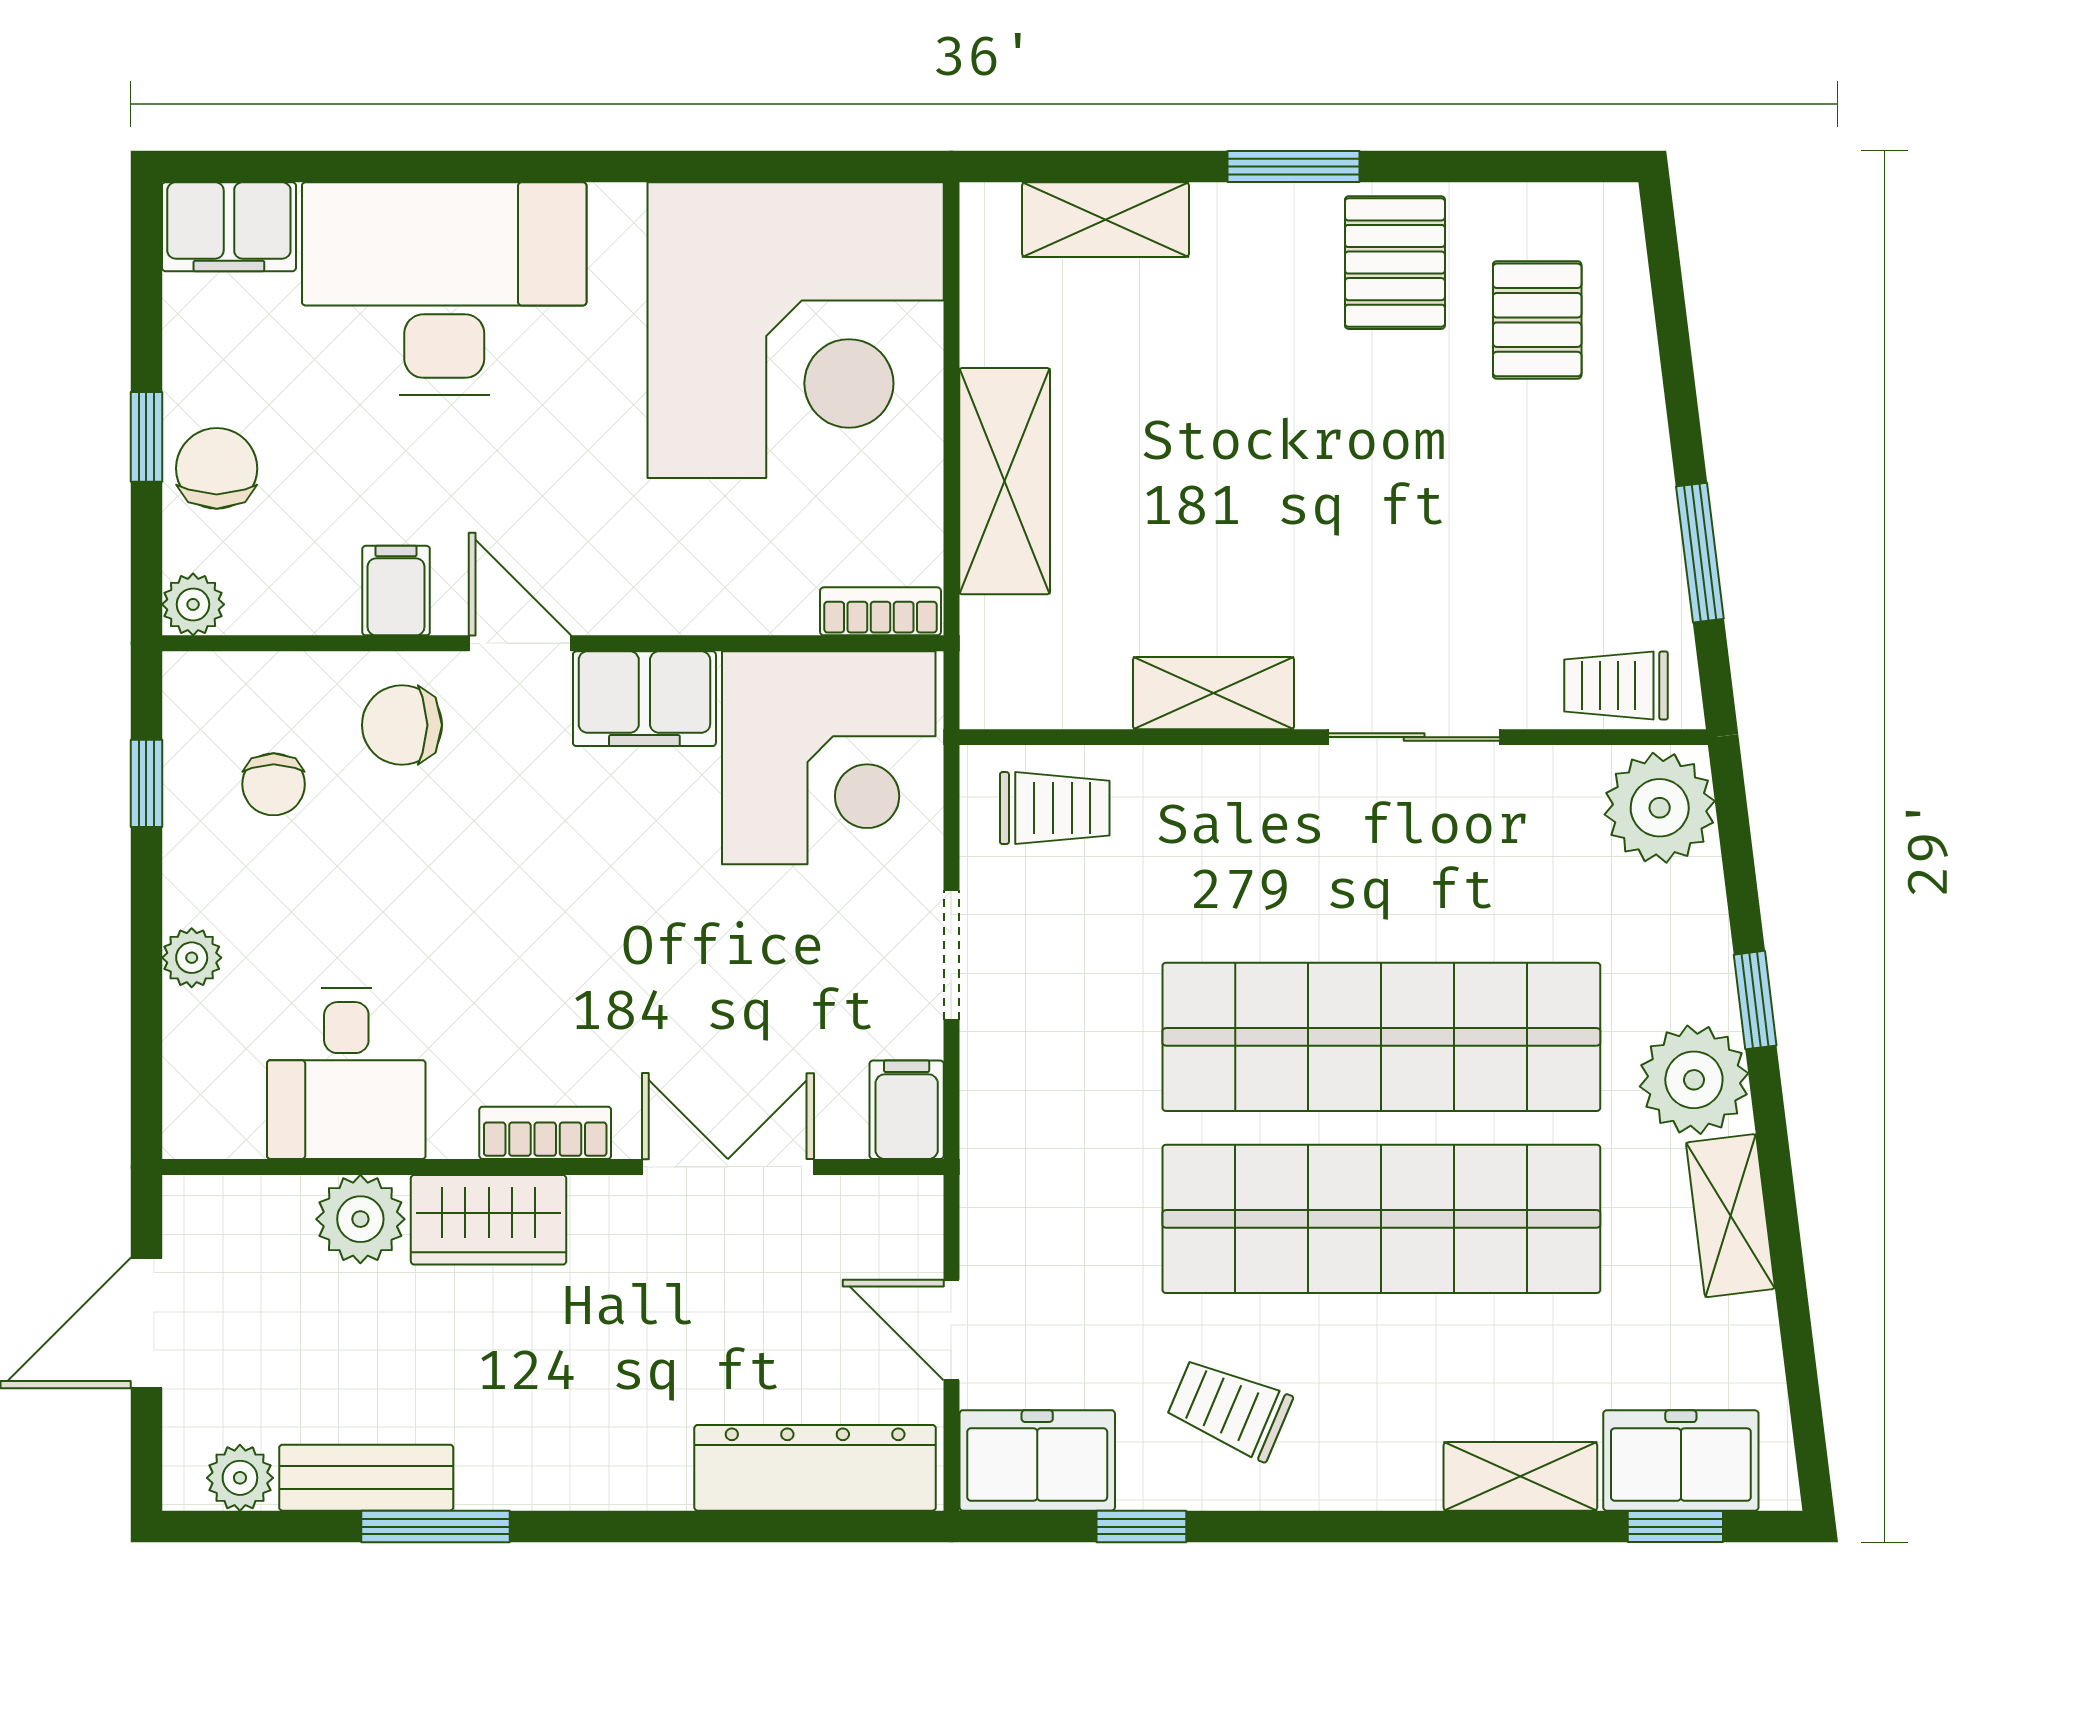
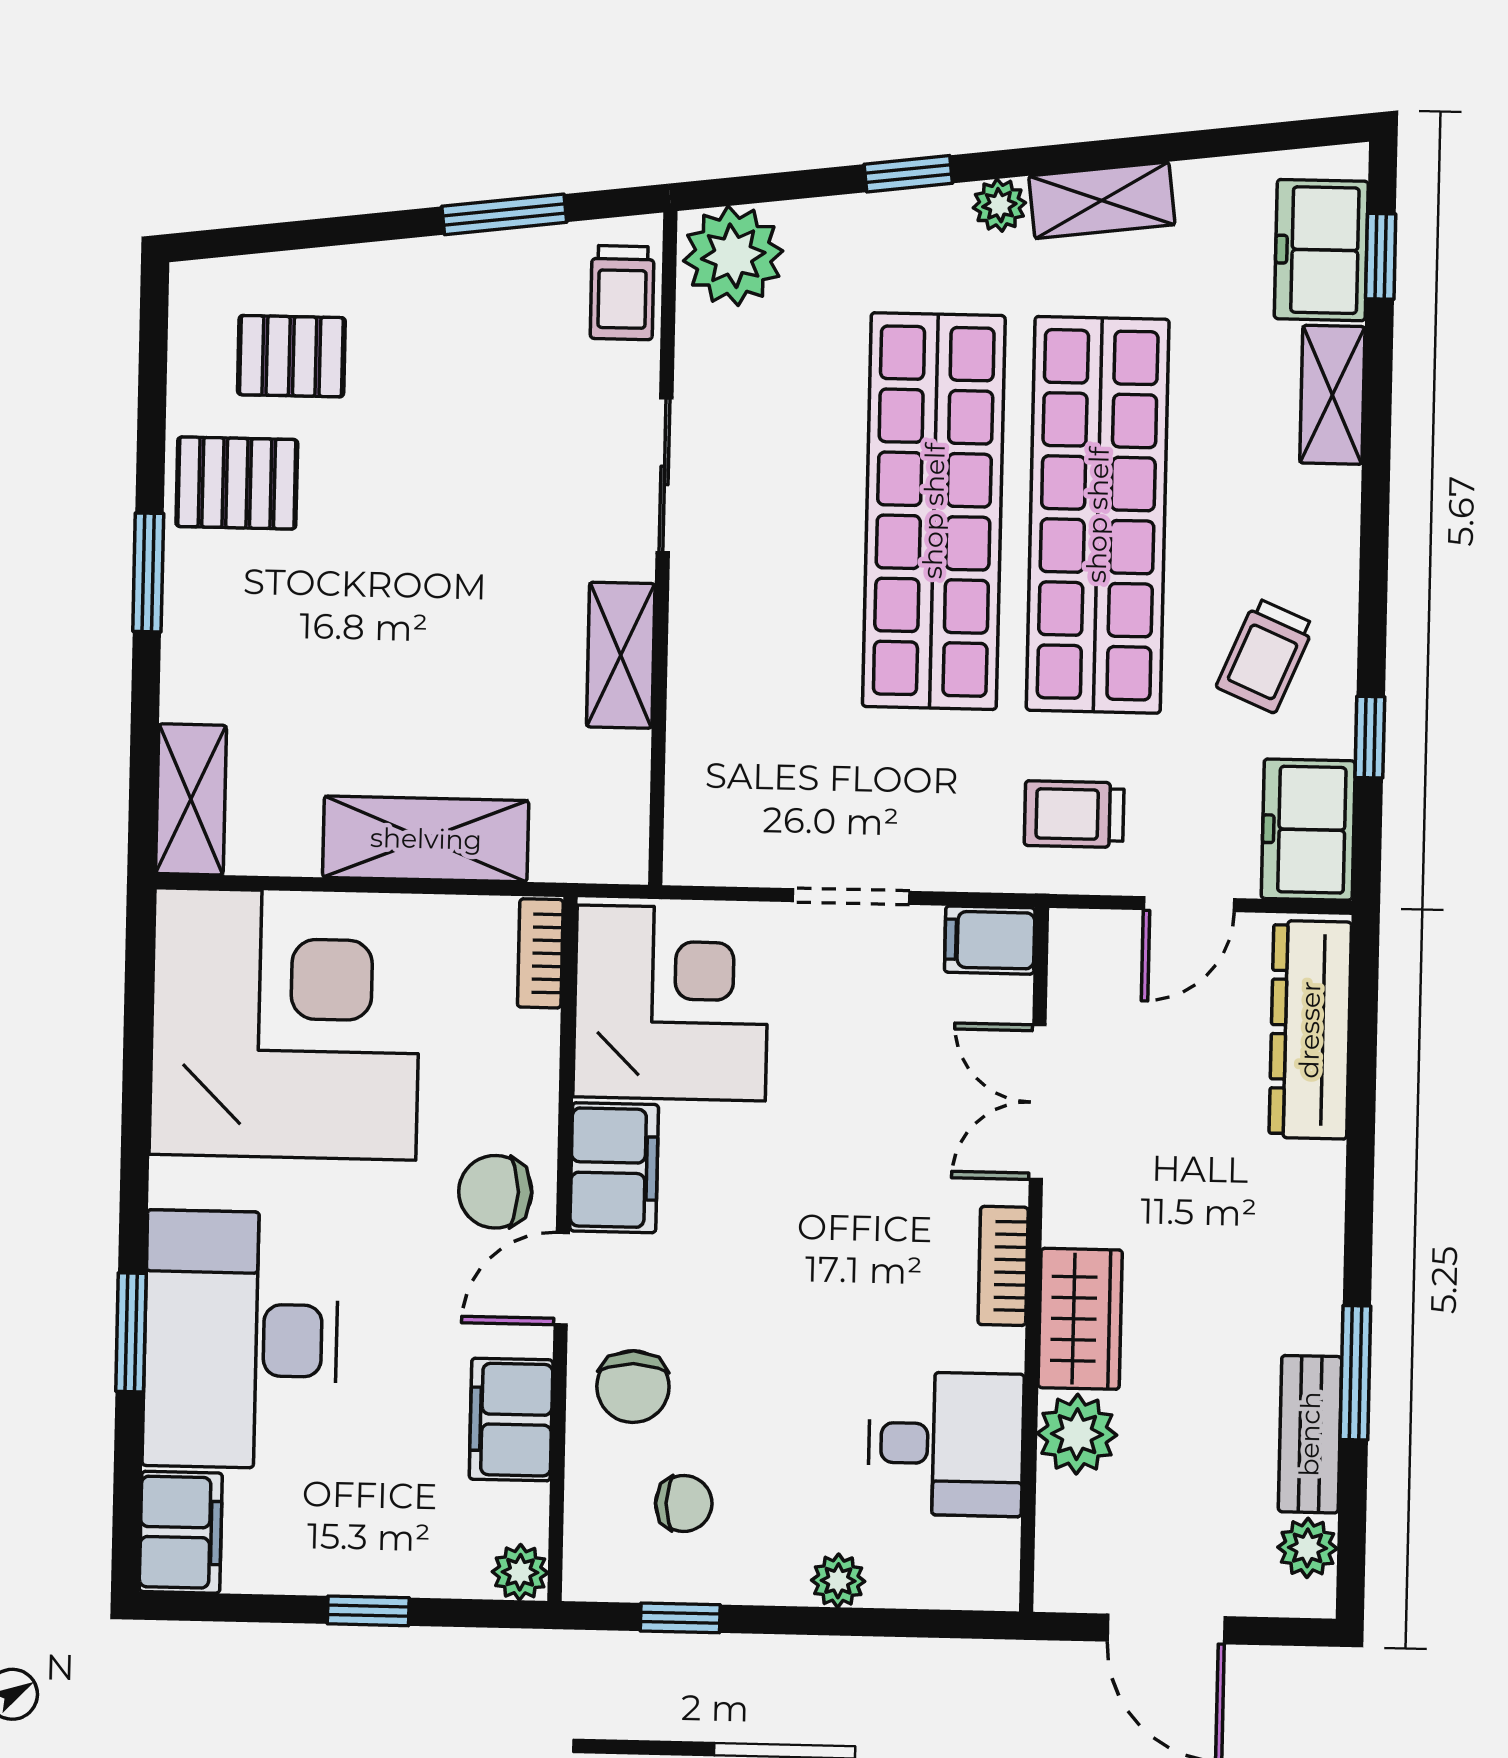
window: (450, 166) -> (131, 1332), added
shelving: (1106, 220) -> (191, 799), moved
chair: (217, 468) -> (495, 1192), moved
filing cabinet: (396, 591) -> (511, 1420), width x2.00
trolley: (1055, 808) -> (1074, 814), moved, turned -90
plant: (1694, 1080) -> (999, 205), width x0.53, depth x0.53

